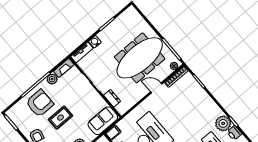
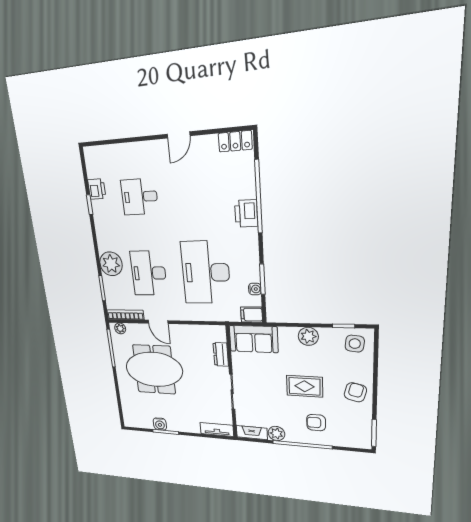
water cooler: (95, 42) -> (160, 424), moved
meeting table: (140, 58) -> (154, 369), width x0.73
armchair: (40, 103) -> (316, 423), width x0.53, depth x0.53
desk: (179, 111) -> (149, 273), added
plant: (223, 123) -> (111, 264), moved

